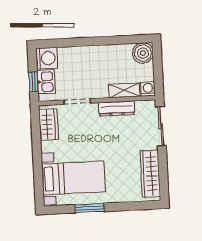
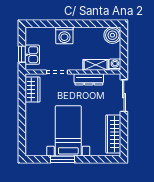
washing machine: (47, 58) -> (64, 35), moved, turned 90
bed with nightstands: (73, 178) -> (68, 131), moved, turned -90

